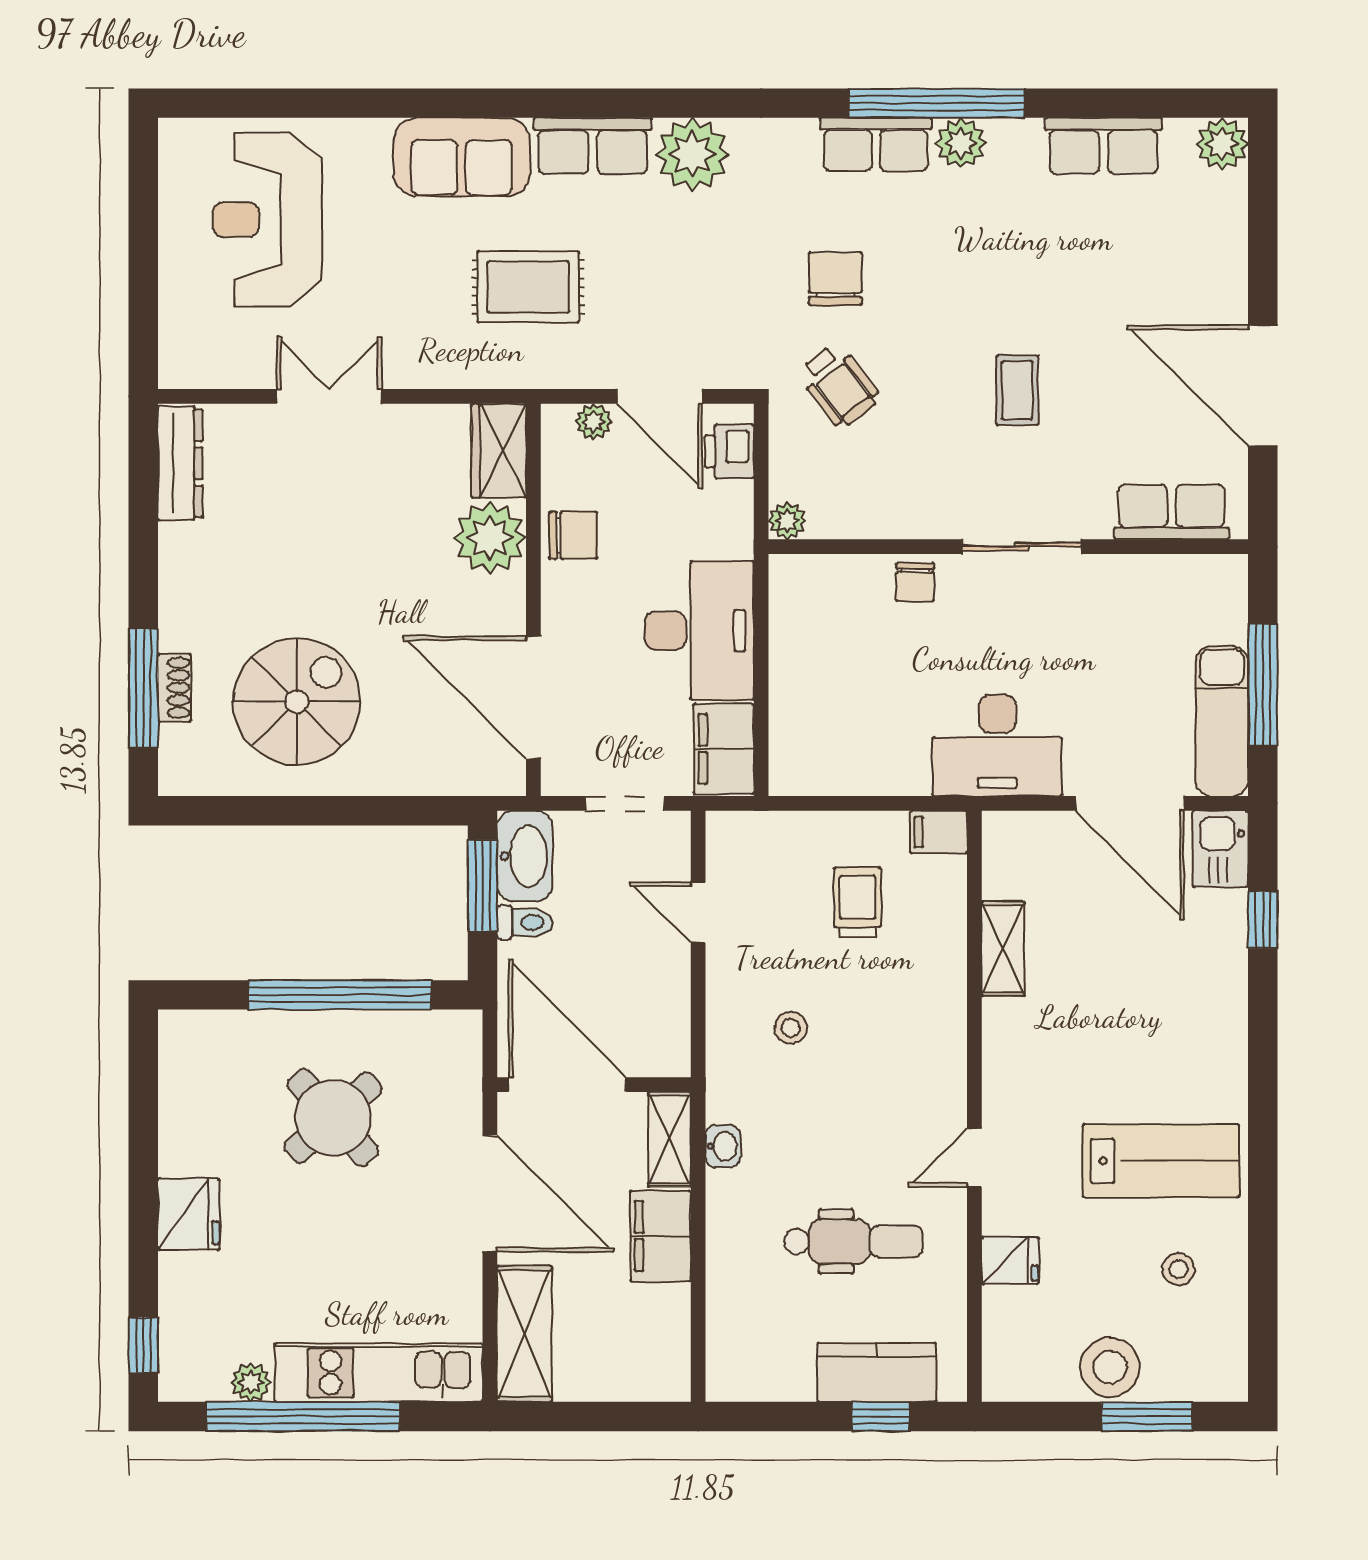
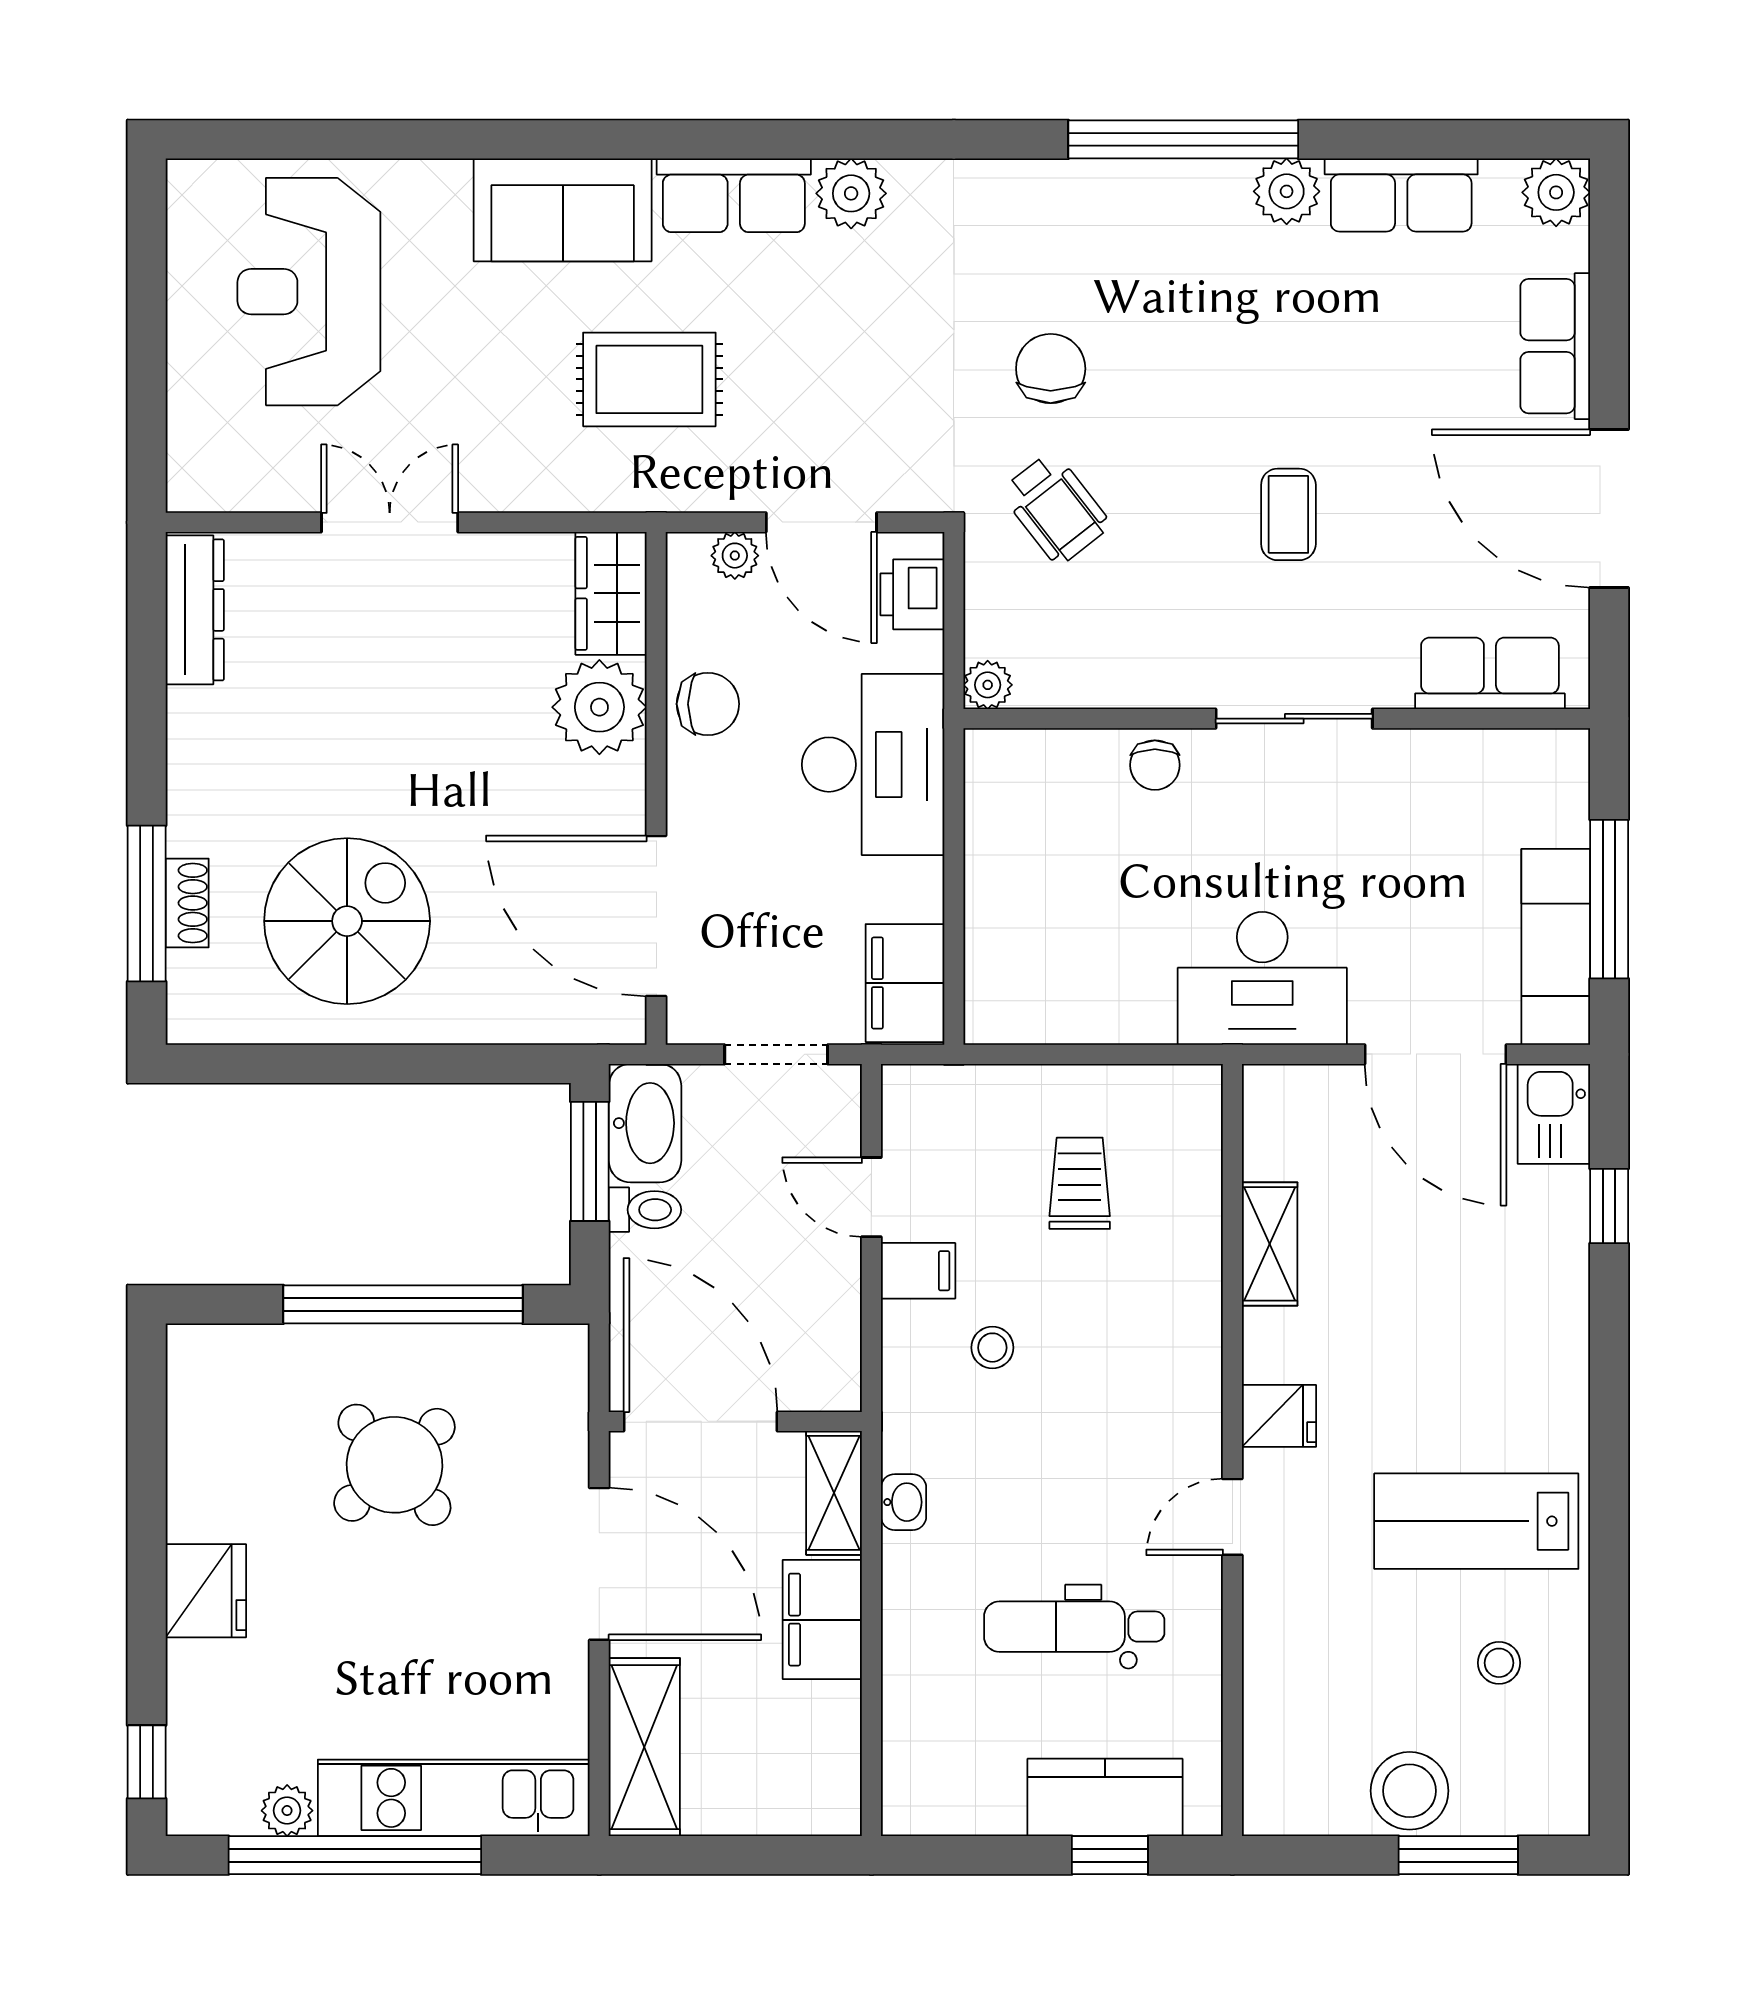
plant: (961, 143) -> (1287, 191), moved
row of seats: (876, 144) -> (1555, 346), moved, turned 90
plant: (692, 154) -> (851, 193), width x0.73, depth x0.73
desk: (699, 630) -> (873, 765), moved
filing cabinet: (939, 832) -> (918, 1271), moved, turned 180
lab bench: (1161, 1161) -> (1476, 1521), turned 180
dental chair: (853, 1242) -> (1074, 1627), turned 180
fridge: (1010, 1261) -> (1279, 1416), moved

